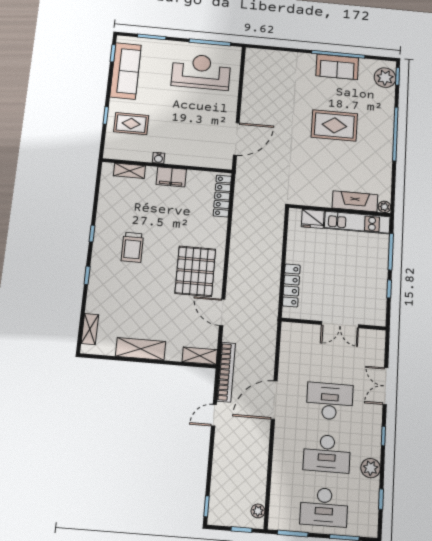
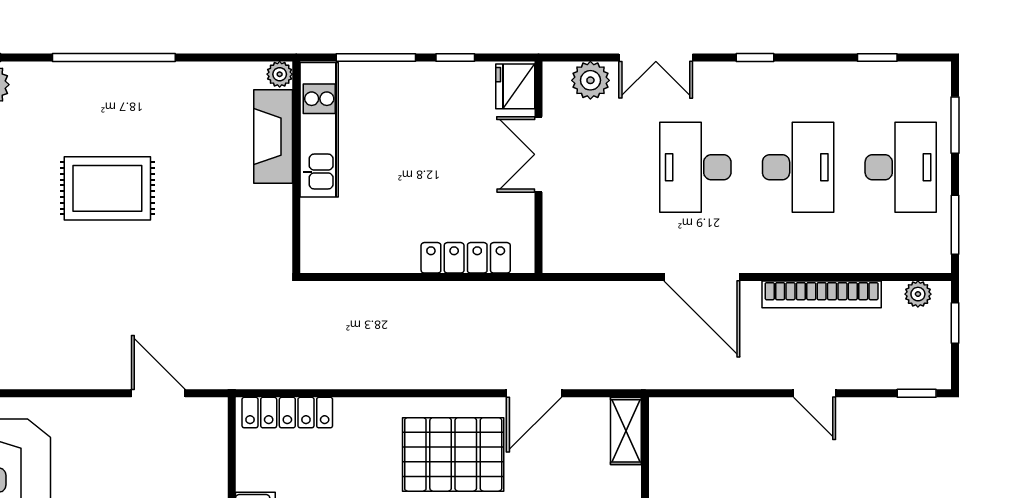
rug: (334, 125) -> (107, 188), turned 90
door: (236, 139) -> (158, 393), width x0.73
fridge: (313, 219) -> (515, 86), moved, turned 180
double door: (340, 325) -> (538, 154), swing flipped
bookcase: (226, 372) -> (822, 294), moved, turned 180
door: (214, 415) -> (814, 393), moved
plant: (371, 468) -> (590, 80), moved

